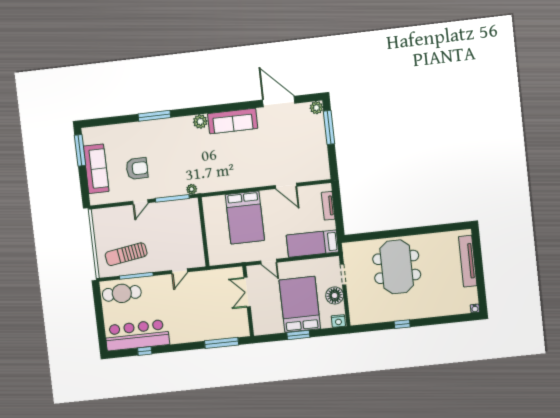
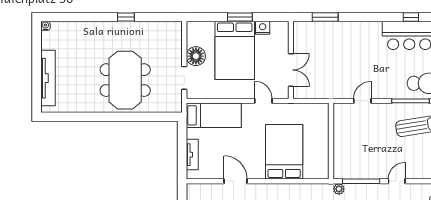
nightstand: (338, 321) -> (263, 28), moved
window: (222, 343) -> (325, 17), width x0.69

